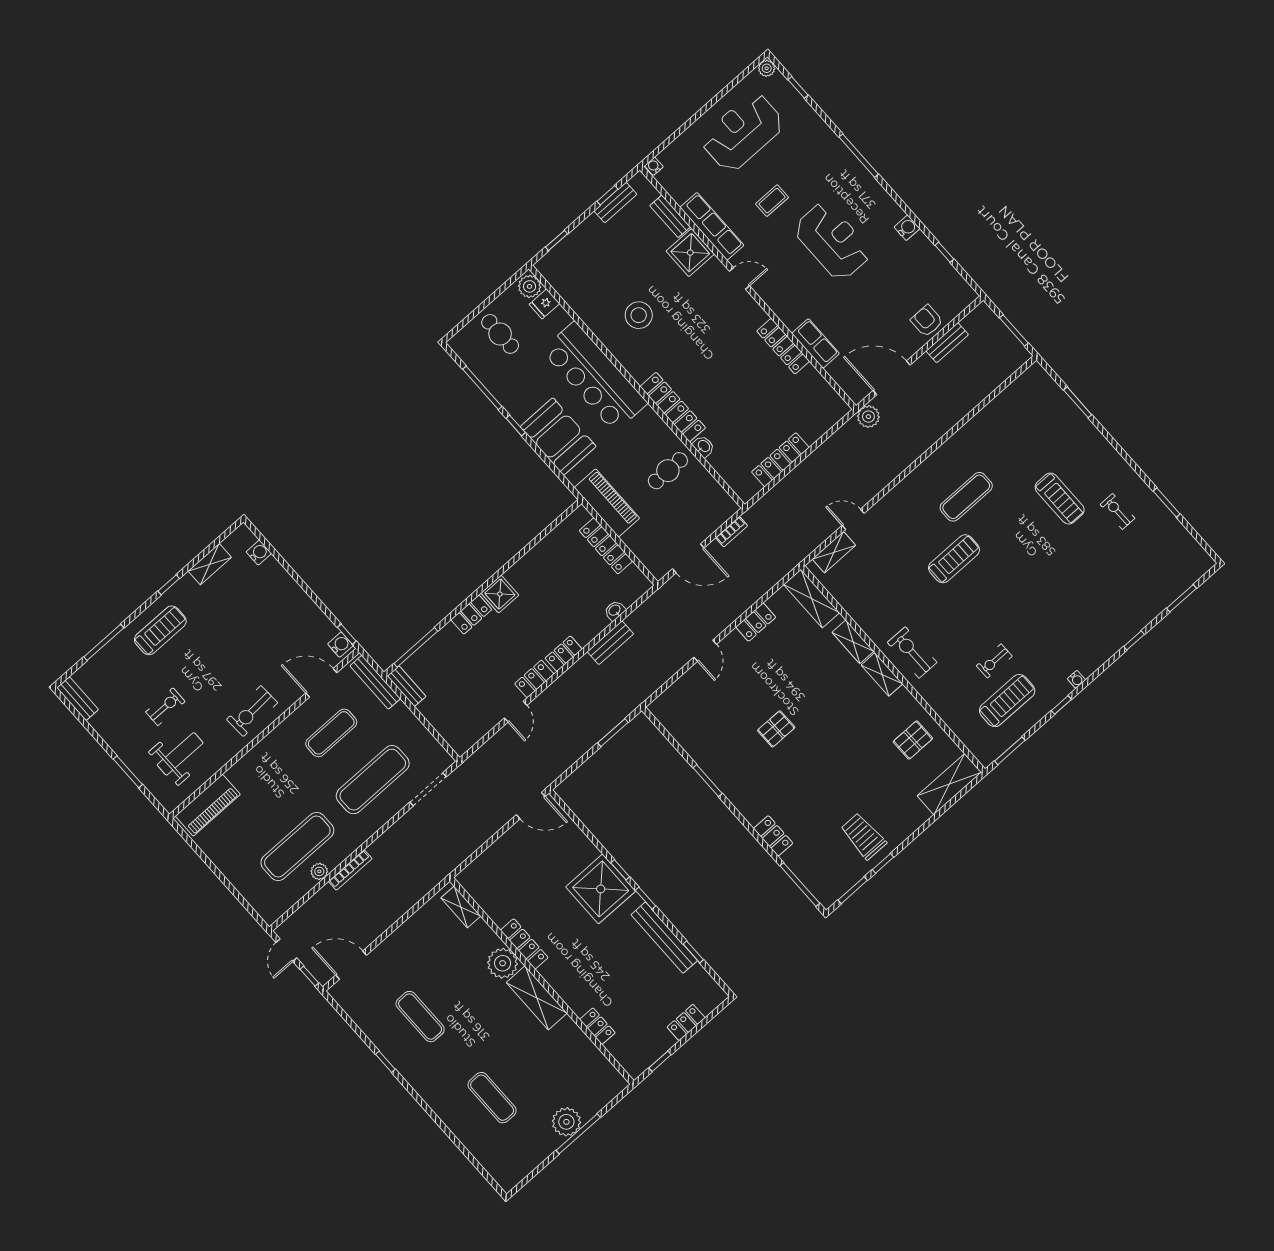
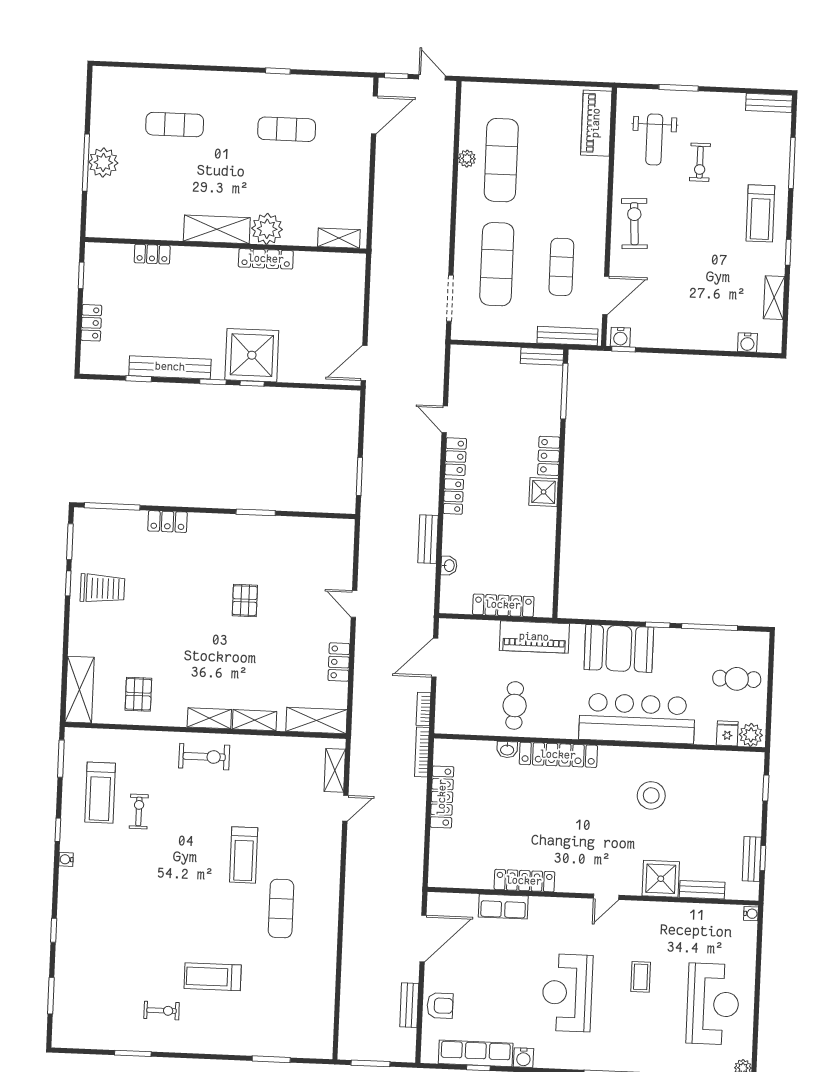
row of seats: (712, 226) -> (476, 1053), moved, turned 180
reception desk: (832, 241) -> (567, 993), turned 90
plant: (868, 417) -> (411, 893), removed
bookcase: (350, 870) -> (422, 752), moved

